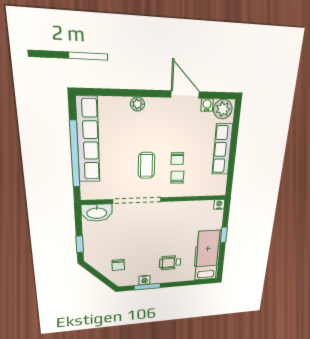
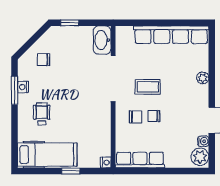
row of seats: (222, 149) -> (140, 160), moved
window: (75, 154) -> (159, 23), removed

